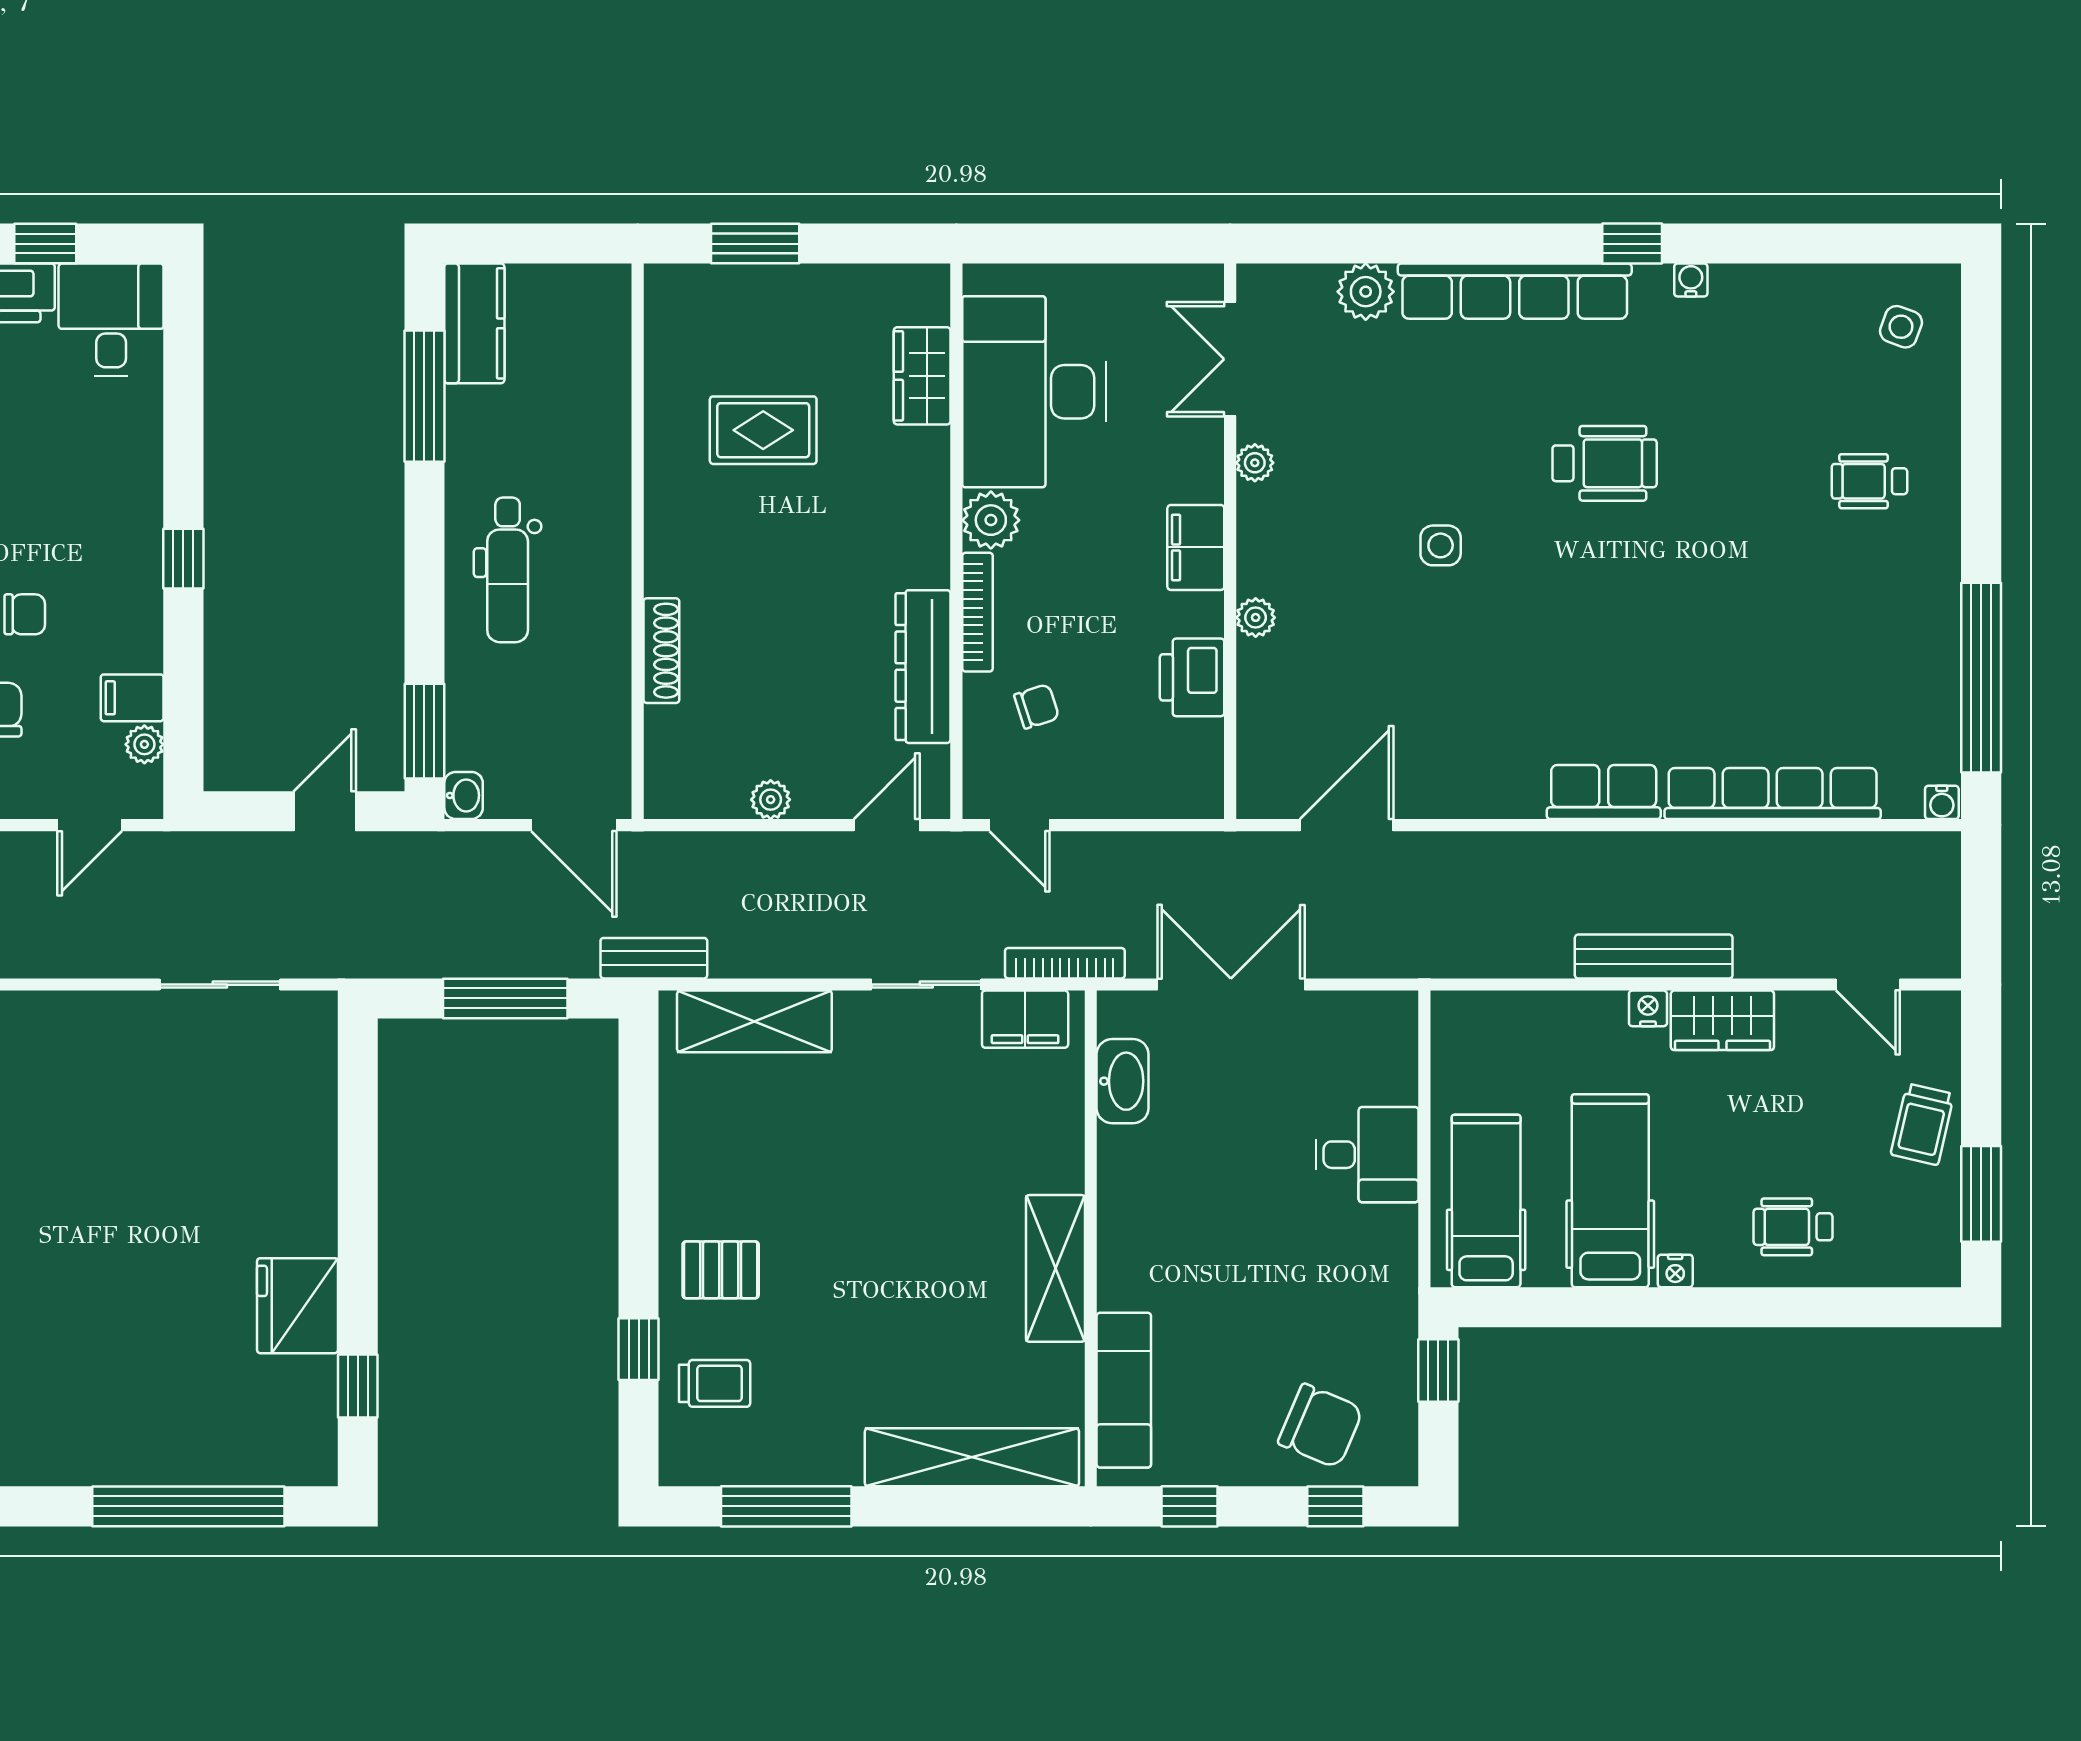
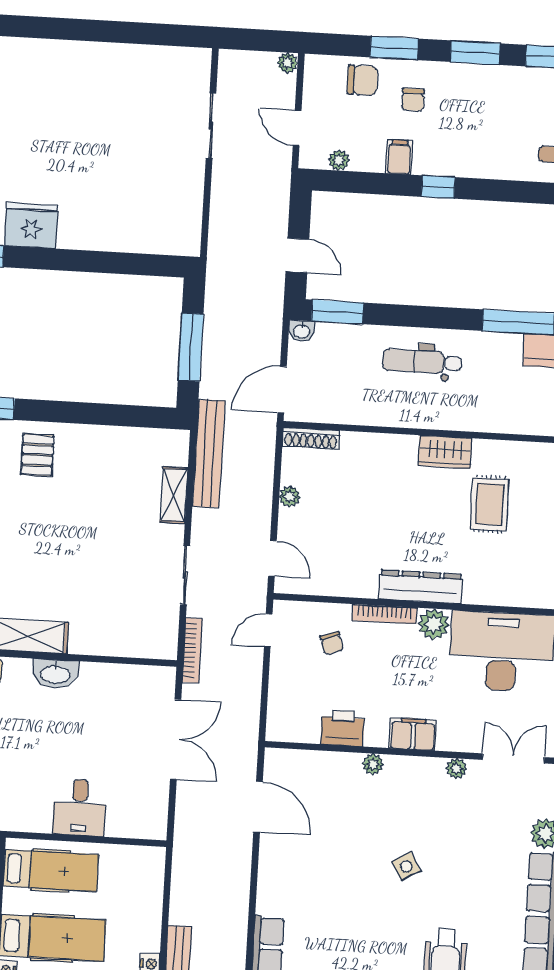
wardrobe: (922, 376) -> (445, 452), moved, turned 180
side table: (1441, 545) -> (406, 866), turned -31
shoe rack: (661, 651) -> (311, 439), moved
dresser: (923, 667) -> (421, 587), moved
filing cabinet: (132, 698) -> (399, 157), moved
bench: (654, 958) -> (209, 454), width x1.86, depth x1.21
sliding door: (220, 985) -> (211, 126), moved
filing cabinet: (1025, 1019) -> (163, 627), removed
shelving: (754, 1021) -> (174, 495), width x0.67, depth x0.75
washbasin: (1123, 1081) -> (55, 674), moved

